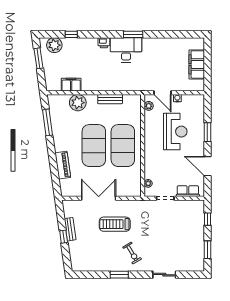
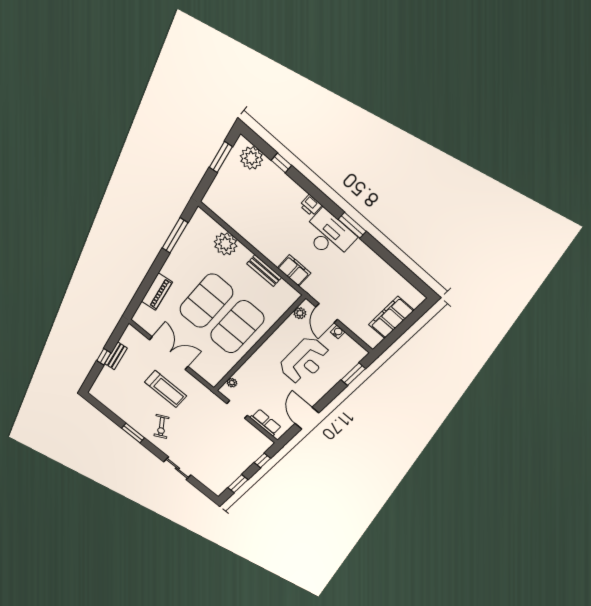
filing cabinet: (71, 85) -> (294, 270), moved
window: (207, 132) -> (353, 374), moved
treadmill: (115, 224) -> (166, 389), turned 180

